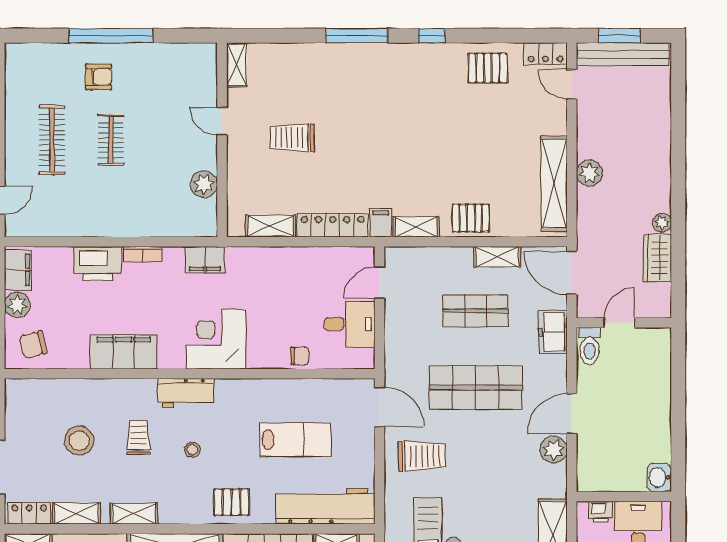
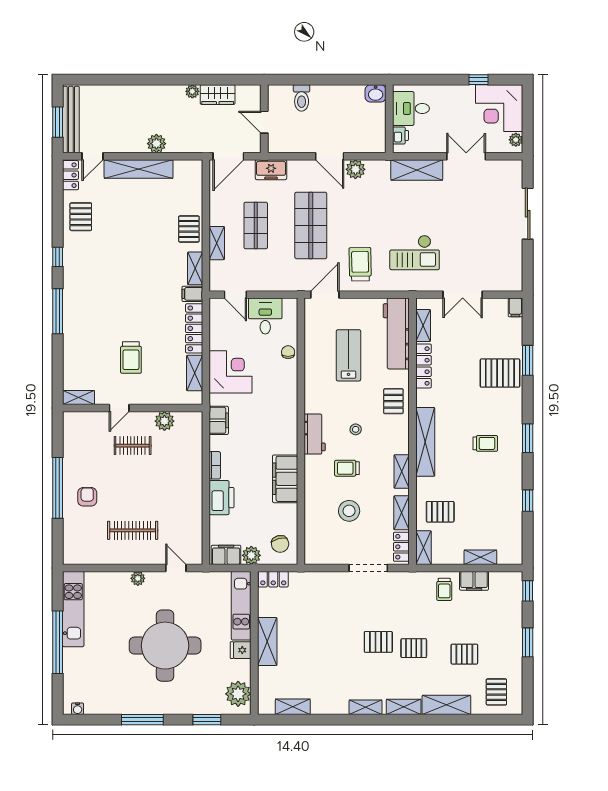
clothes rail: (111, 140) -> (133, 446), moved
shelving: (554, 184) -> (139, 169), moved
shelving: (497, 257) -> (217, 243), moved
corner desk: (216, 340) -> (231, 372), moved, turned 180
toilet: (590, 346) -> (302, 98), moved, turned 90

